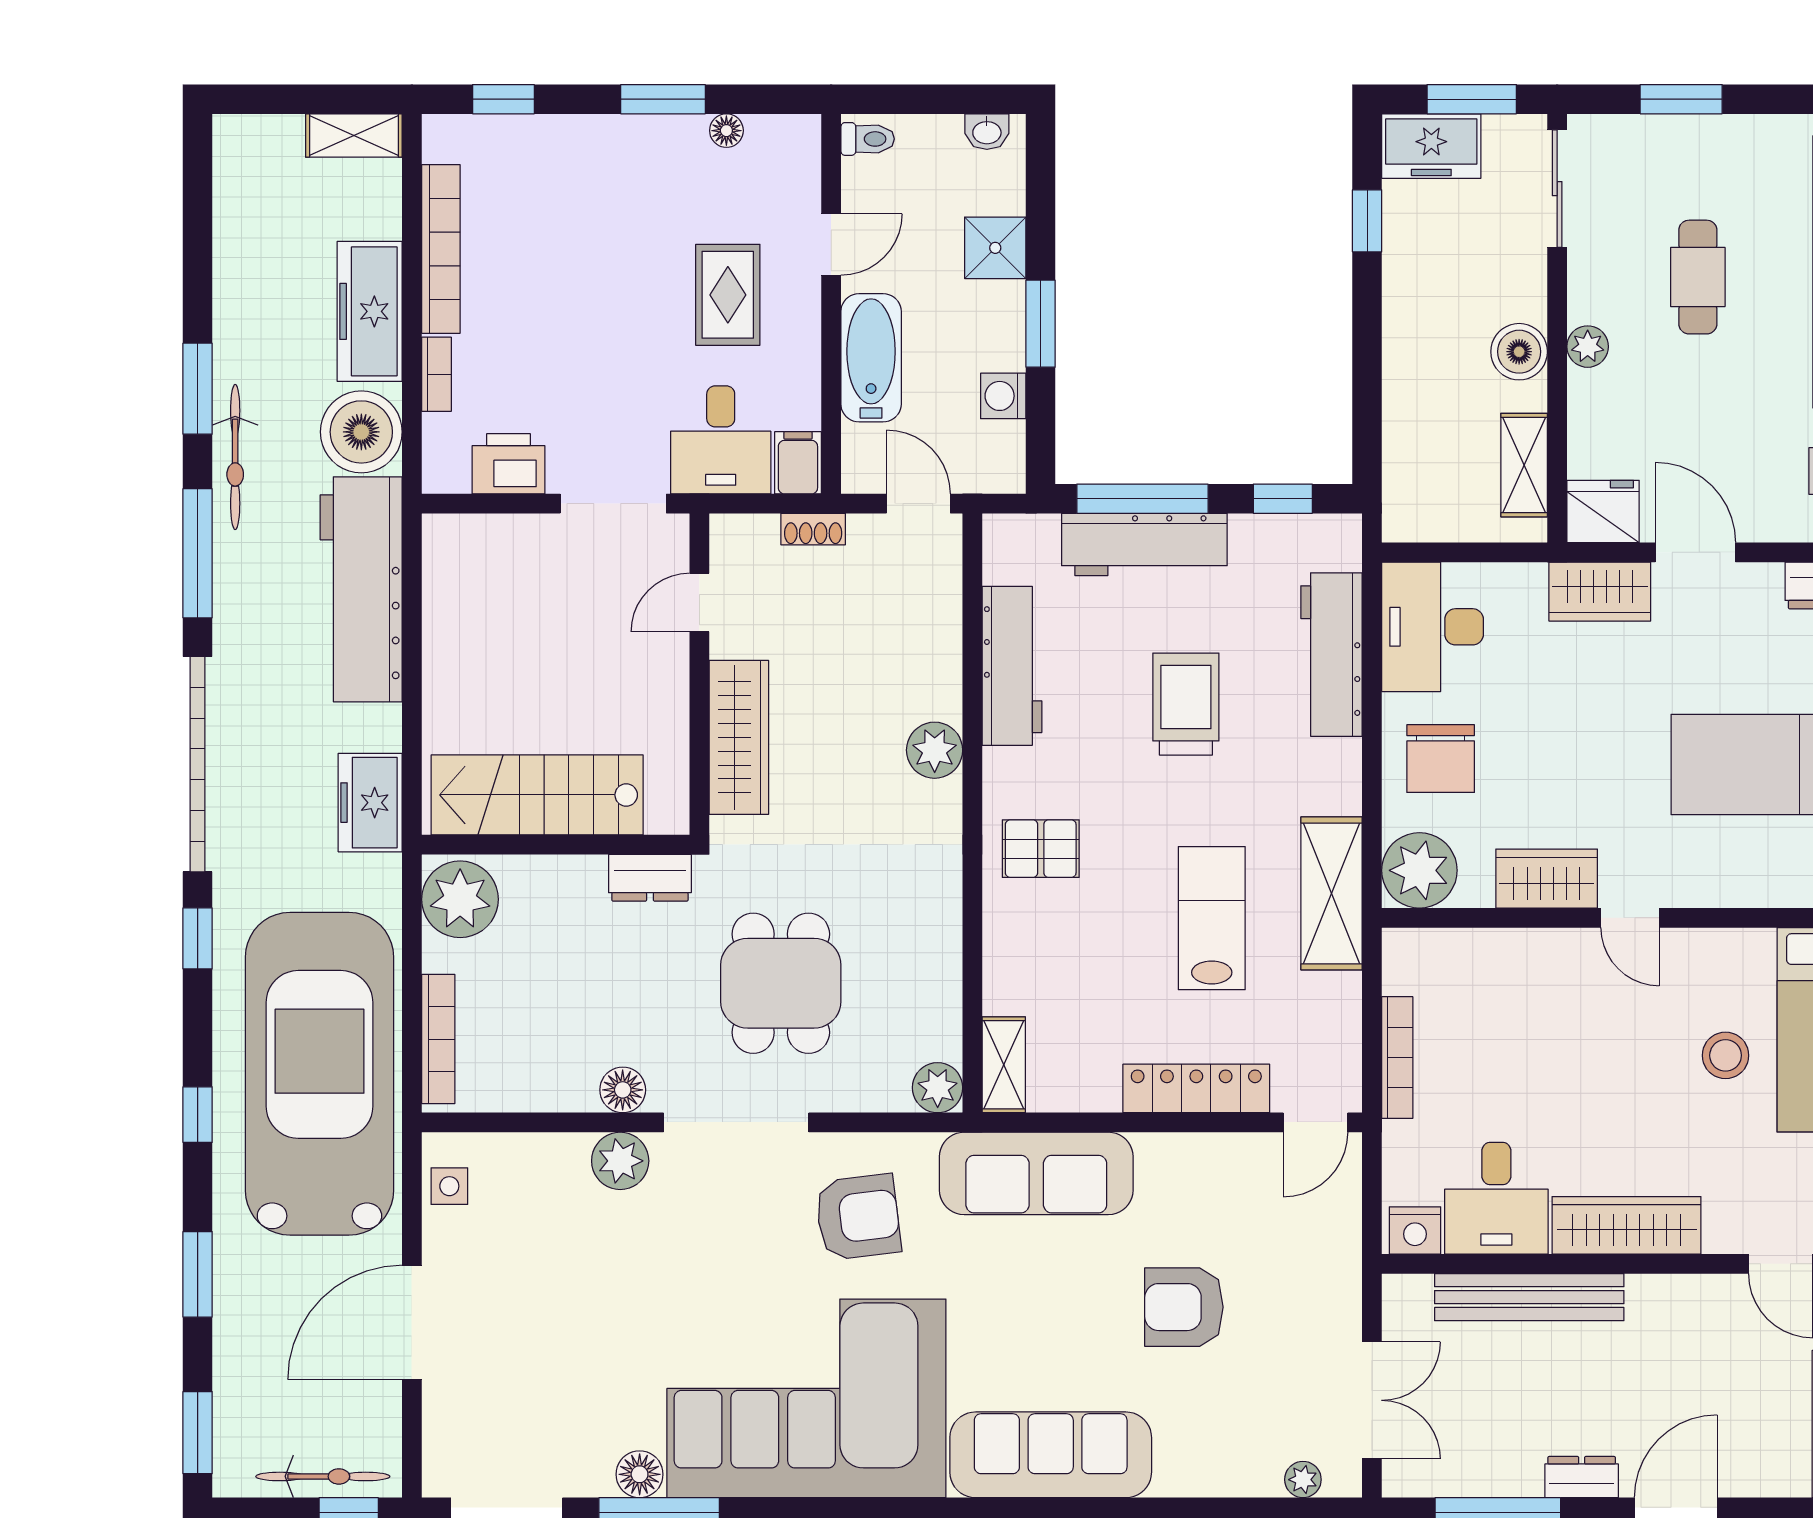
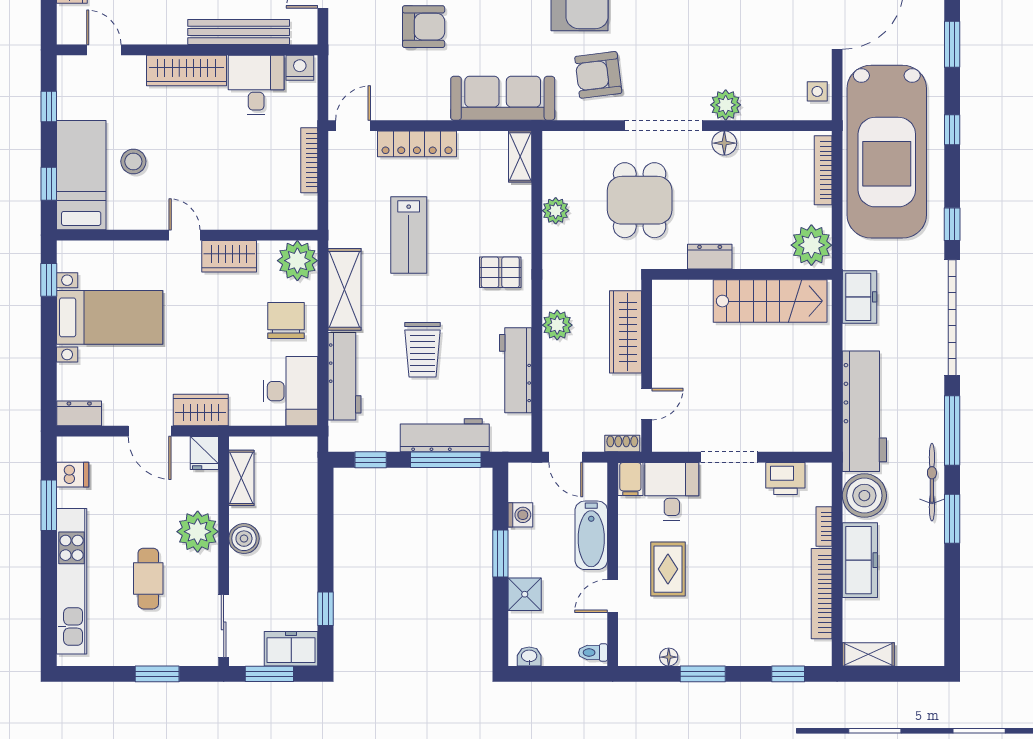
plant: (1588, 347) -> (198, 532), width x1.87, depth x1.87
fridge: (1603, 511) -> (204, 453), width x0.72
door: (699, 602) -> (647, 404), moved
wall: (699, 674) -> (647, 366), moved
wardrobe: (739, 737) -> (625, 332), moved
shelving: (1332, 893) -> (344, 289), moved
plant: (938, 1088) -> (556, 211), moved

